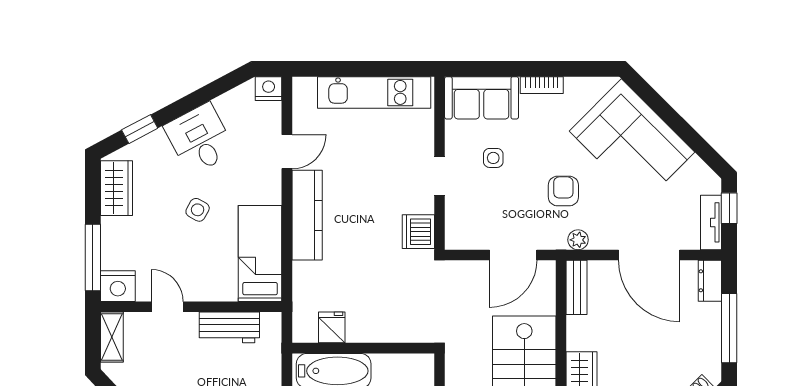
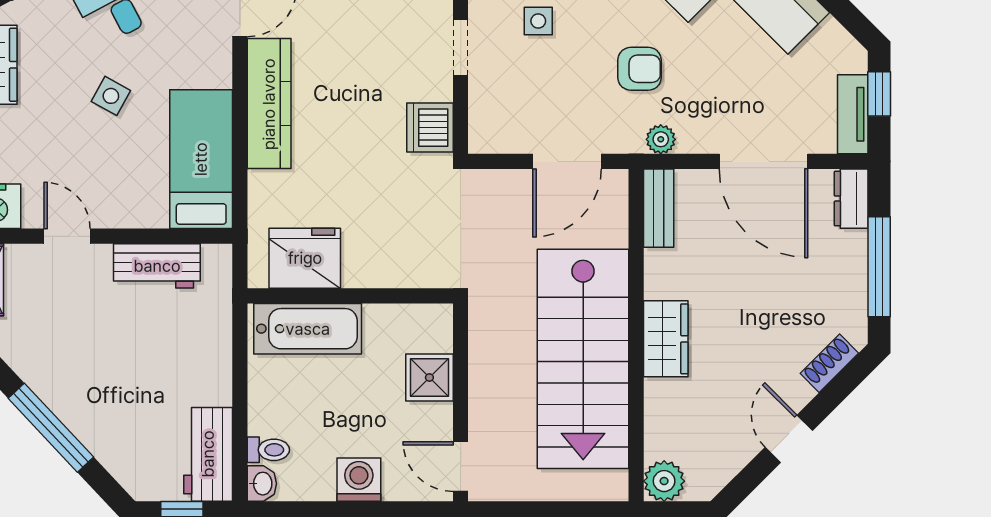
armchair: (563, 191) -> (640, 69), turned 90
fridge: (332, 327) -> (305, 258), width x1.88, depth x1.34

